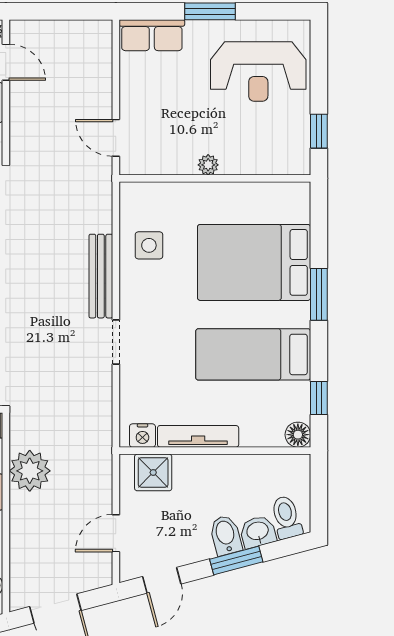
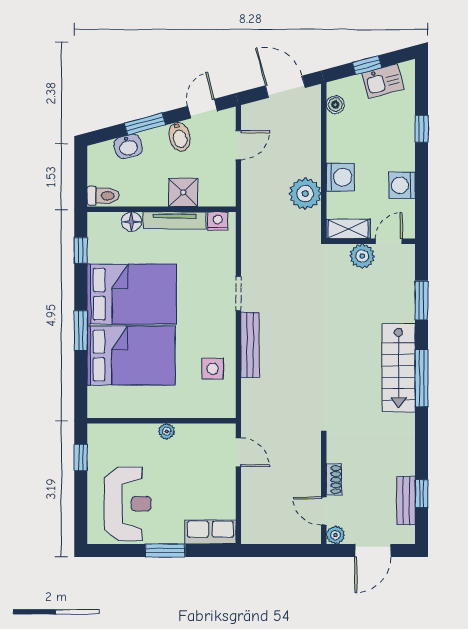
reception desk: (258, 72) -> (128, 504), turned 90
bed: (253, 354) -> (132, 294), width x1.50
floor lamp: (298, 435) -> (131, 222), moved
shower: (153, 472) -> (183, 192), moved
toilet: (286, 517) -> (103, 196), moved, turned -75
bidet: (226, 535) -> (179, 137), moved

